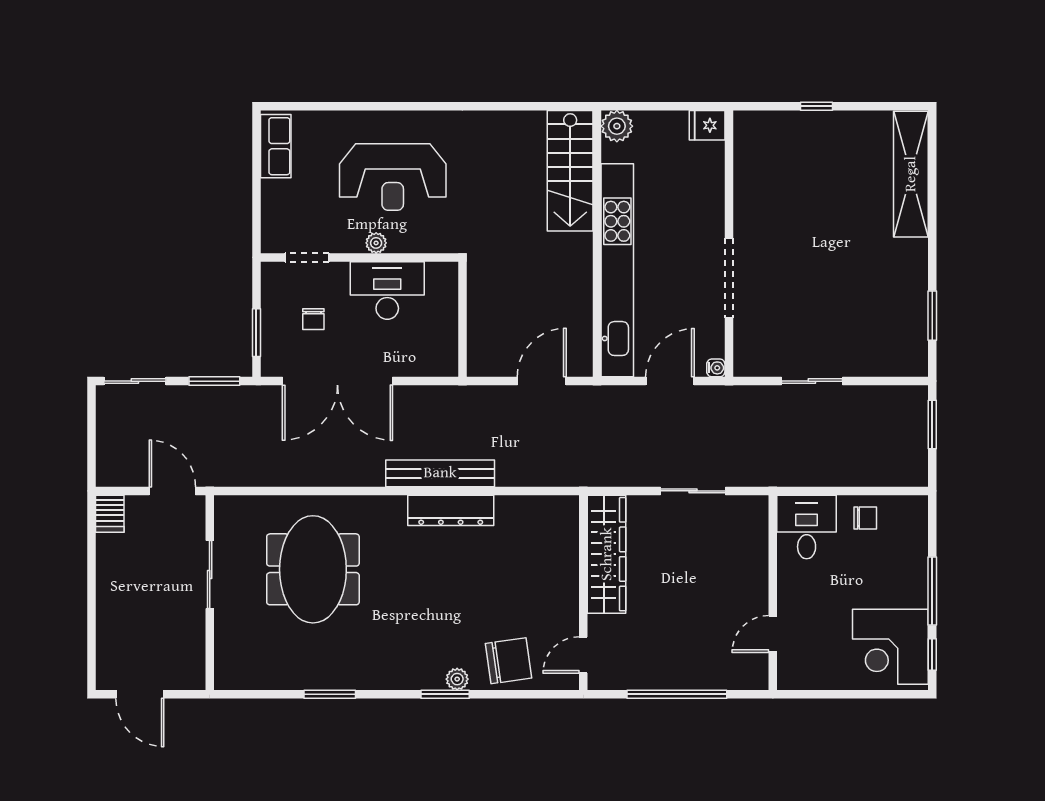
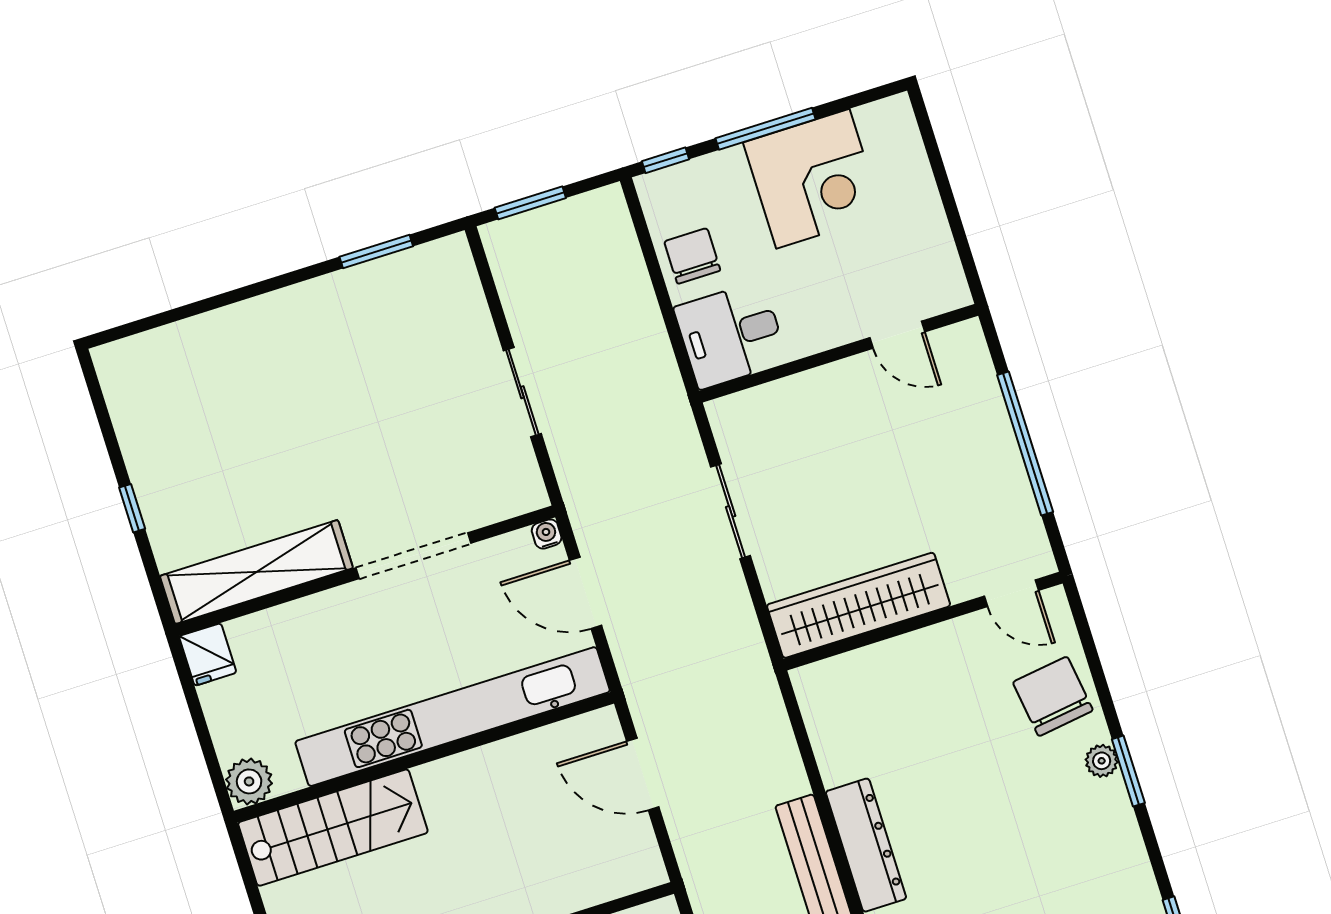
shelving: (911, 174) -> (256, 572), moved
chair: (865, 518) -> (692, 256), width x1.37, depth x1.37
corner desk: (890, 647) -> (813, 179), moved
window: (932, 654) -> (666, 160), moved

